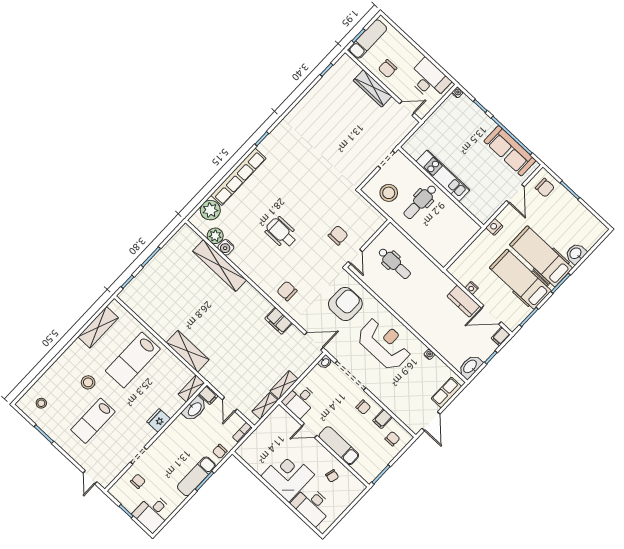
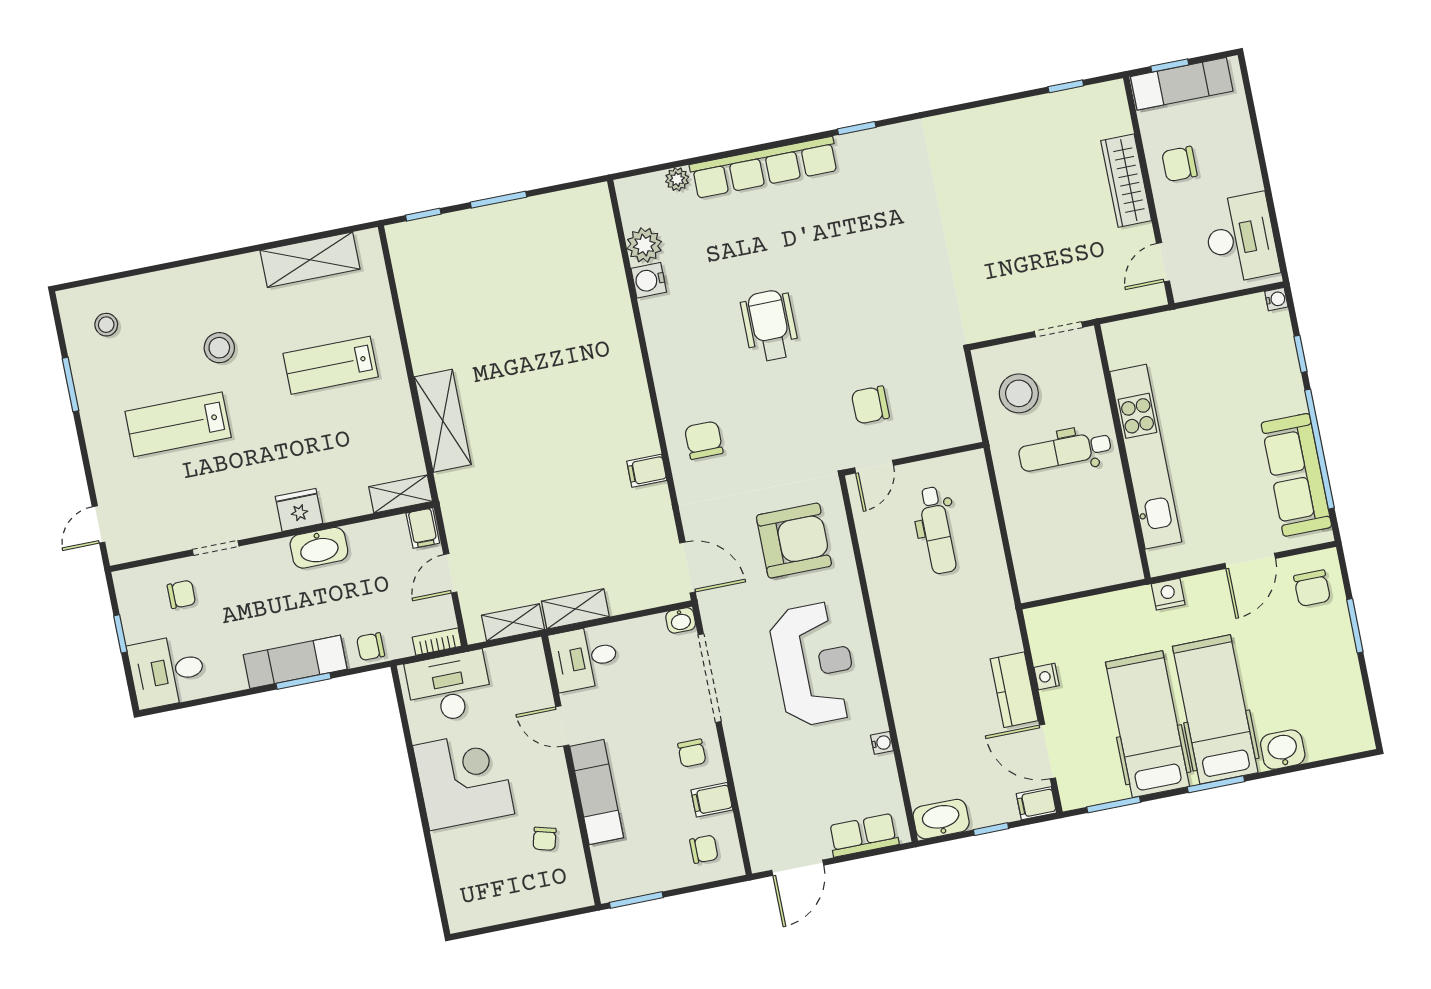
door: (407, 108) -> (1163, 262), swing flipped
kitchen unit: (443, 176) -> (1146, 457), width x1.36
plant: (210, 210) -> (677, 179), width x0.53, depth x0.53
chair: (338, 235) -> (870, 405), turned 180
shelving: (220, 266) -> (613, 305), removed
filing cabinet: (279, 321) -> (647, 471), width x0.50
lab bench: (133, 360) -> (331, 365), width x0.73, depth x0.72
washbasin: (194, 409) -> (319, 548), moved
desk: (312, 505) -> (449, 687), moved, turned 90

